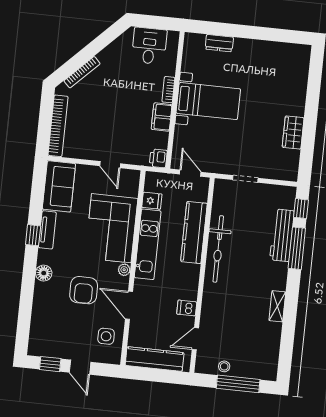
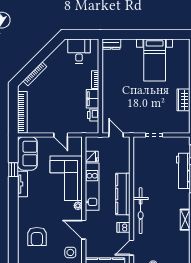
dresser: (219, 43) -> (111, 44), moved
bed with nightstands: (208, 101) -> (155, 60), moved, turned 90
printer: (158, 158) -> (93, 115), moved
kitchen counter: (194, 232) -> (123, 194), moved
window: (33, 235) -> (13, 170), moved
bicycle: (218, 249) -> (141, 211), moved
floor lamp: (44, 273) -> (23, 214), removed
armchair: (84, 290) -> (37, 237), moved

